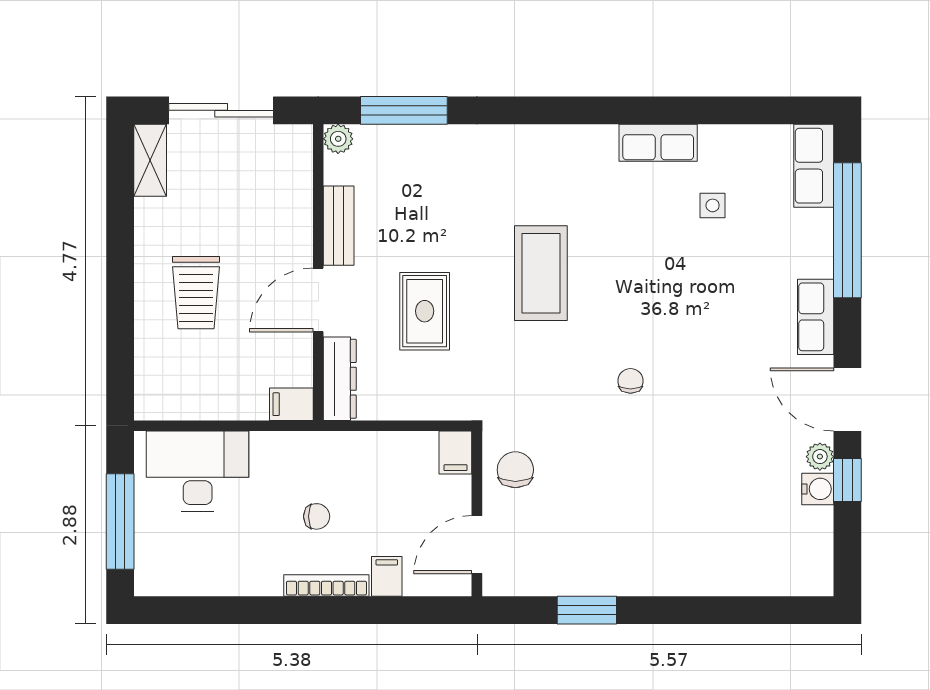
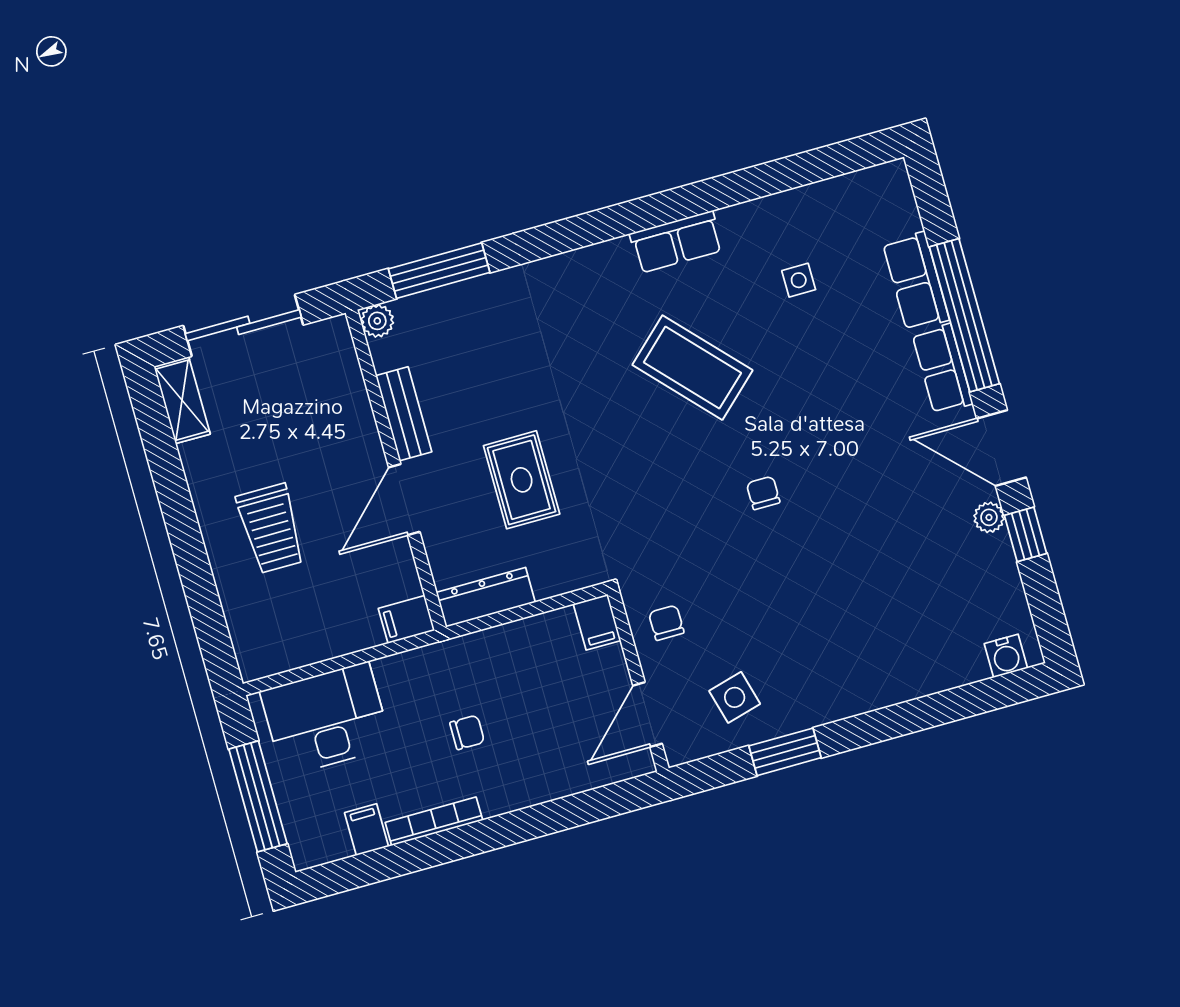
row of seats: (658, 143) -> (676, 242), moved
row of seats: (814, 166) -> (916, 281), moved
window: (847, 230) -> (964, 315), moved
coffee table: (541, 273) -> (692, 368), moved, turned -43
dresser: (340, 379) -> (486, 597), moved, turned -90
chair: (515, 470) -> (666, 623), width x0.73, depth x0.73
water cooler: (818, 489) -> (1006, 656), moved, turned 90
side table: (556, 551) -> (735, 697), added
filing cabinet: (387, 576) -> (367, 830), moved
bookcase: (326, 585) -> (434, 821), moved

